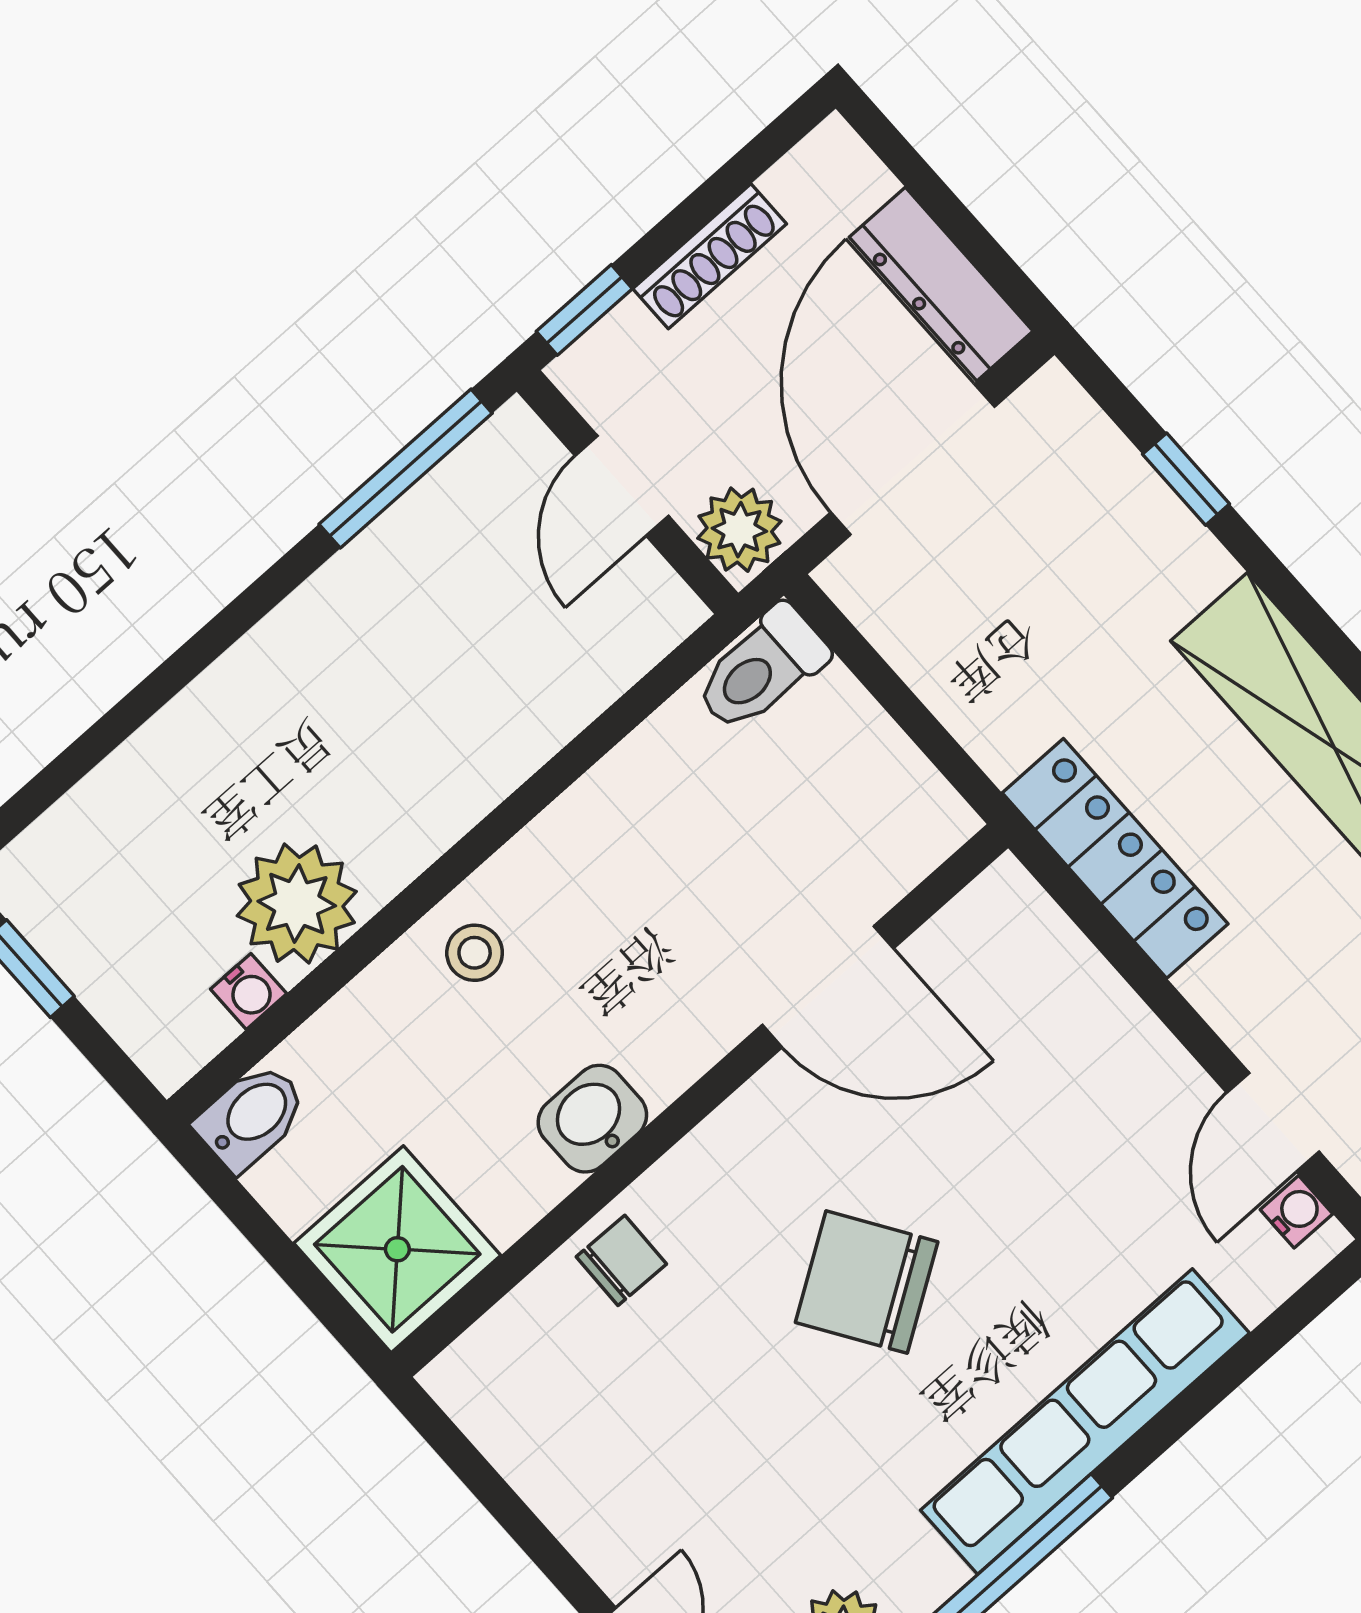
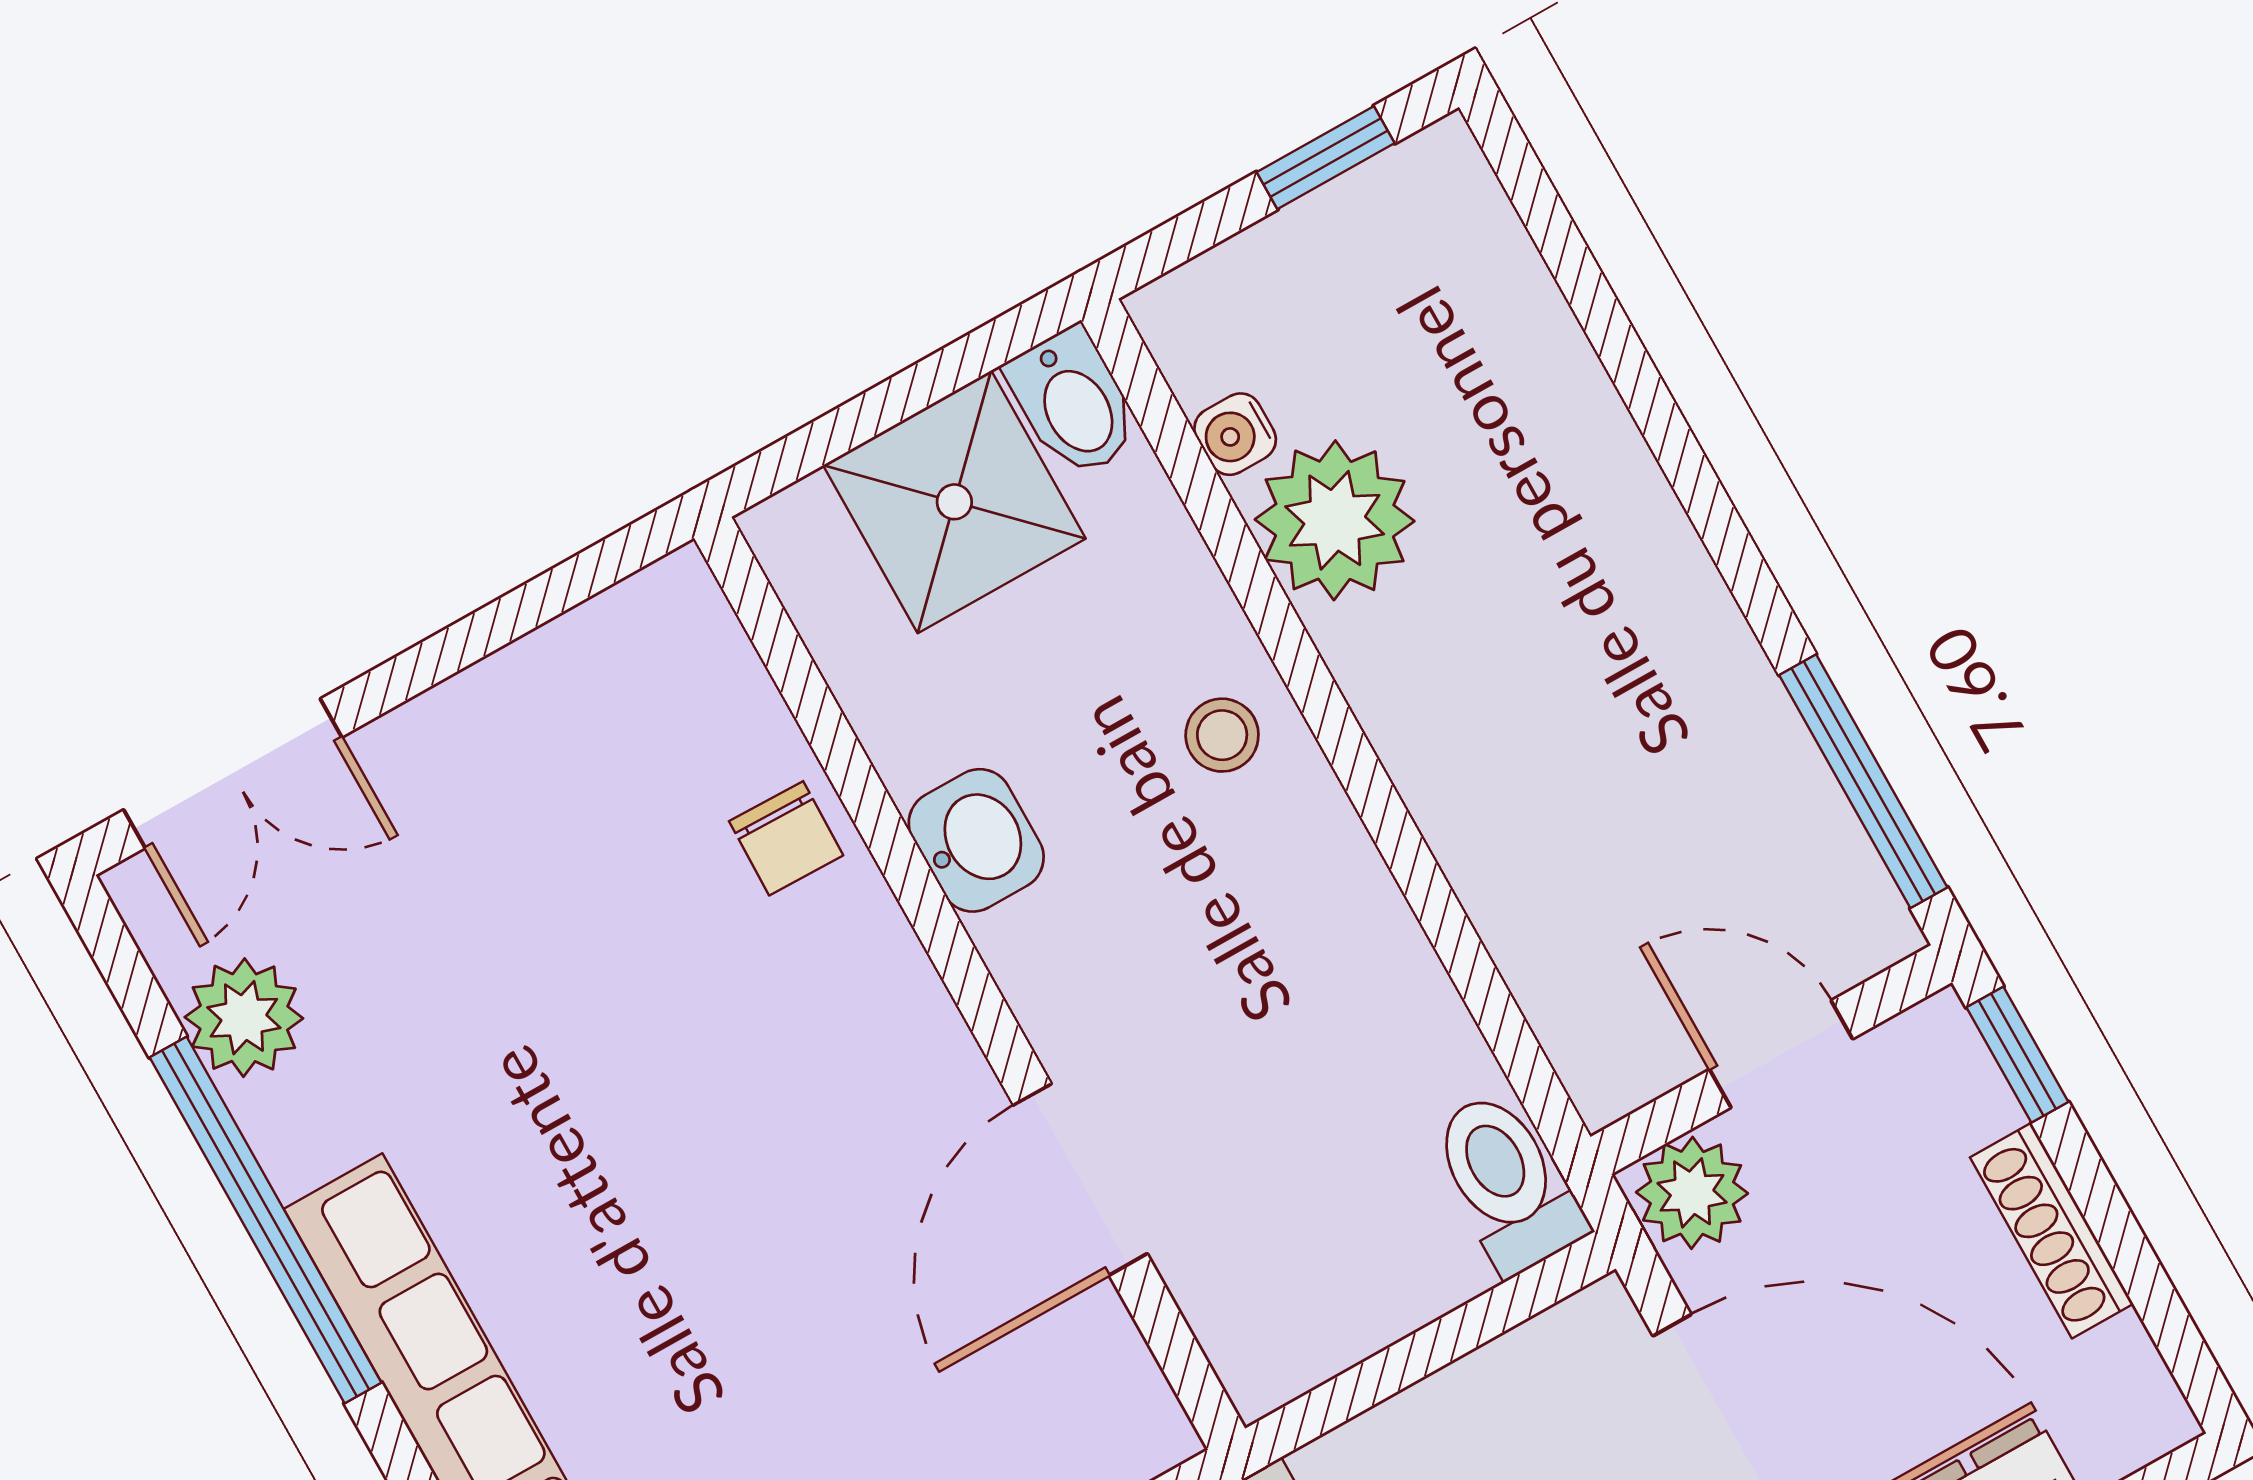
shower: (397, 1249) -> (954, 502), moved
chair: (867, 1282) -> (690, 1147), removed

